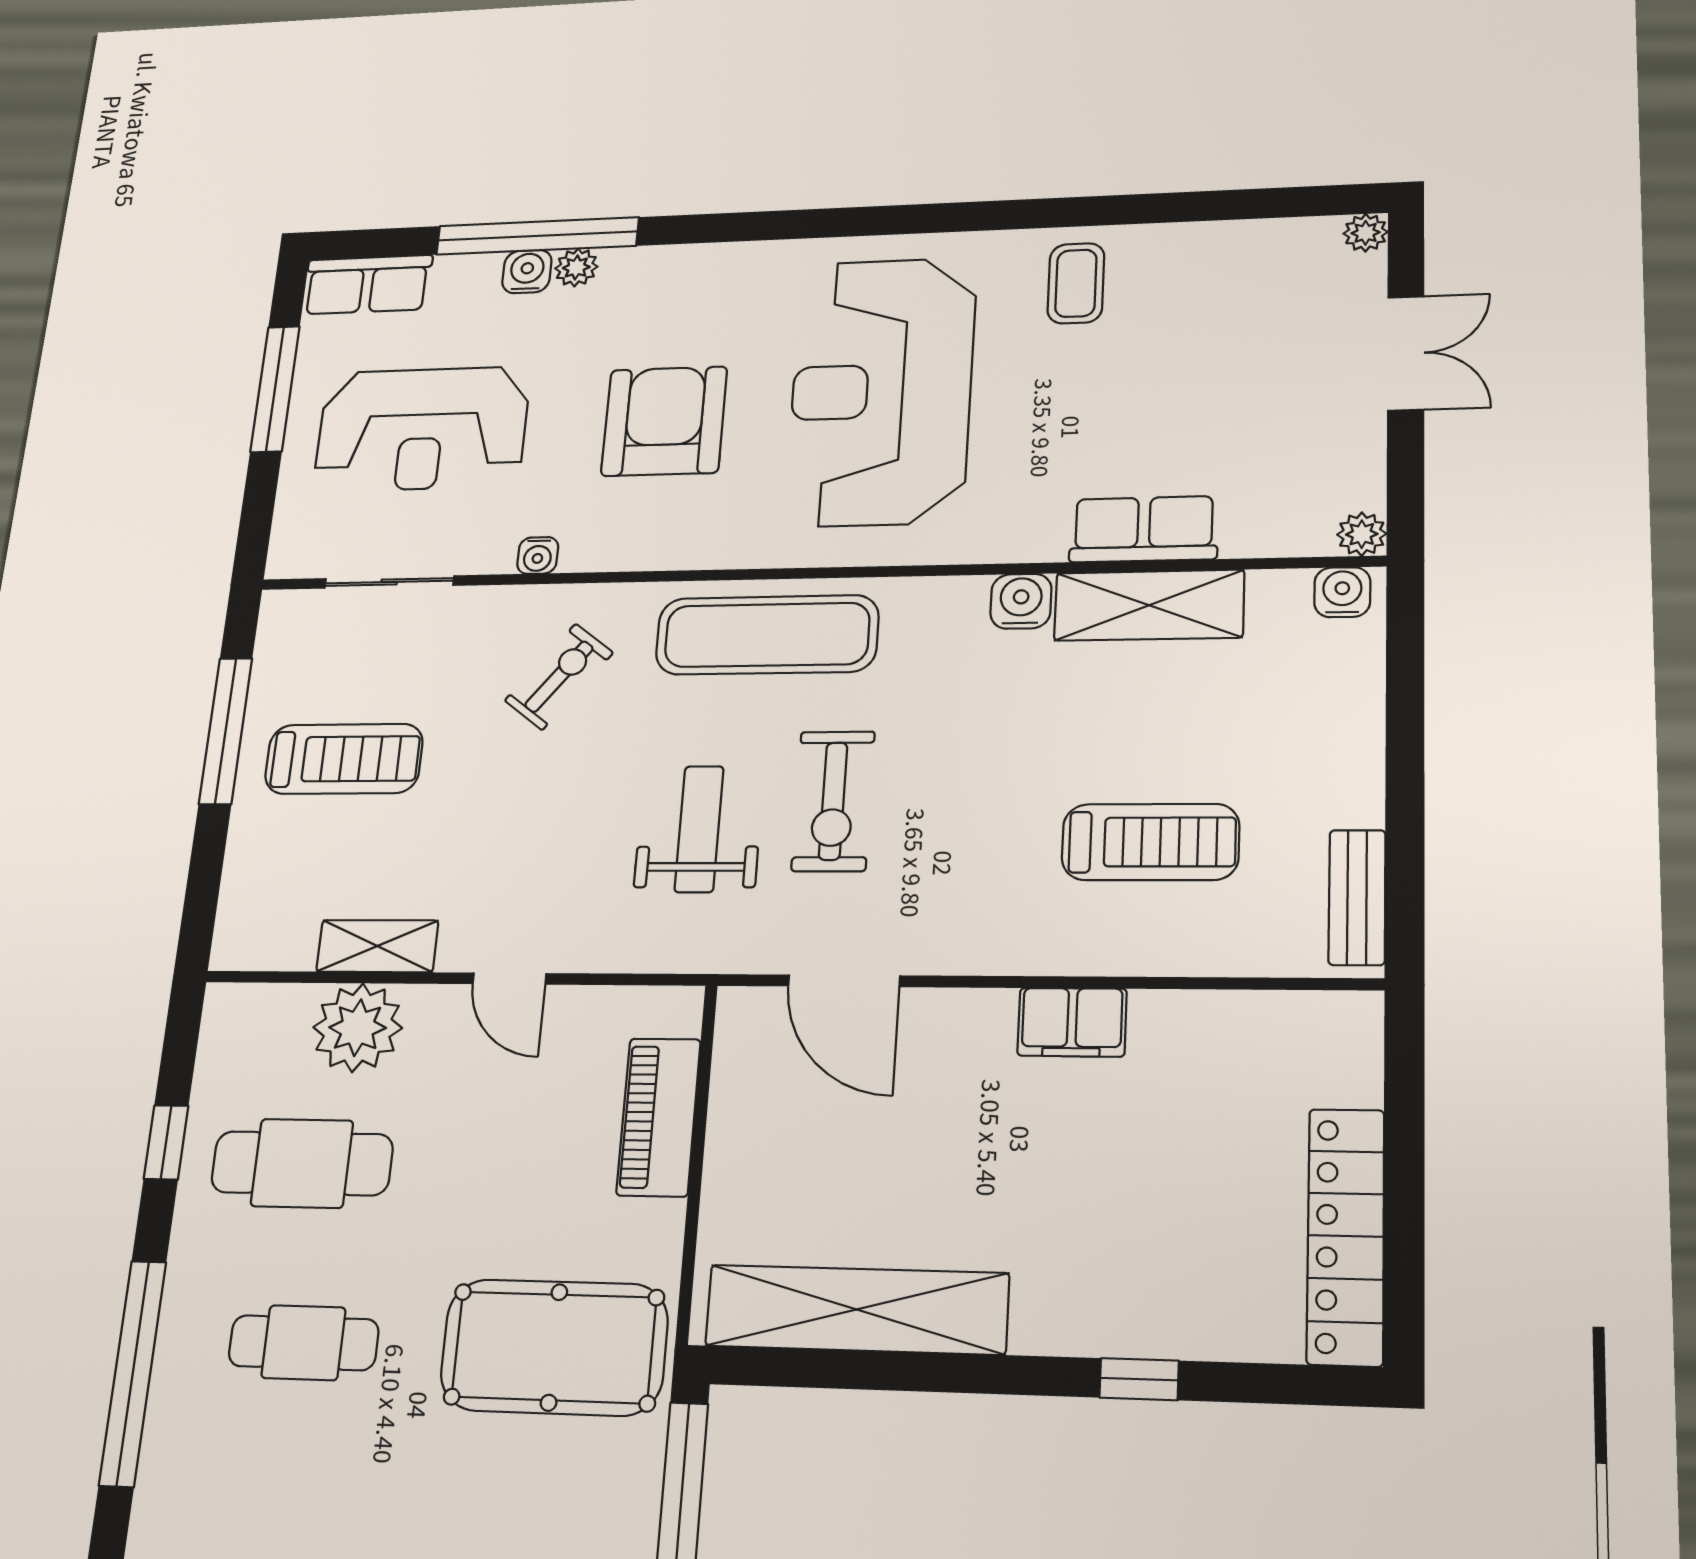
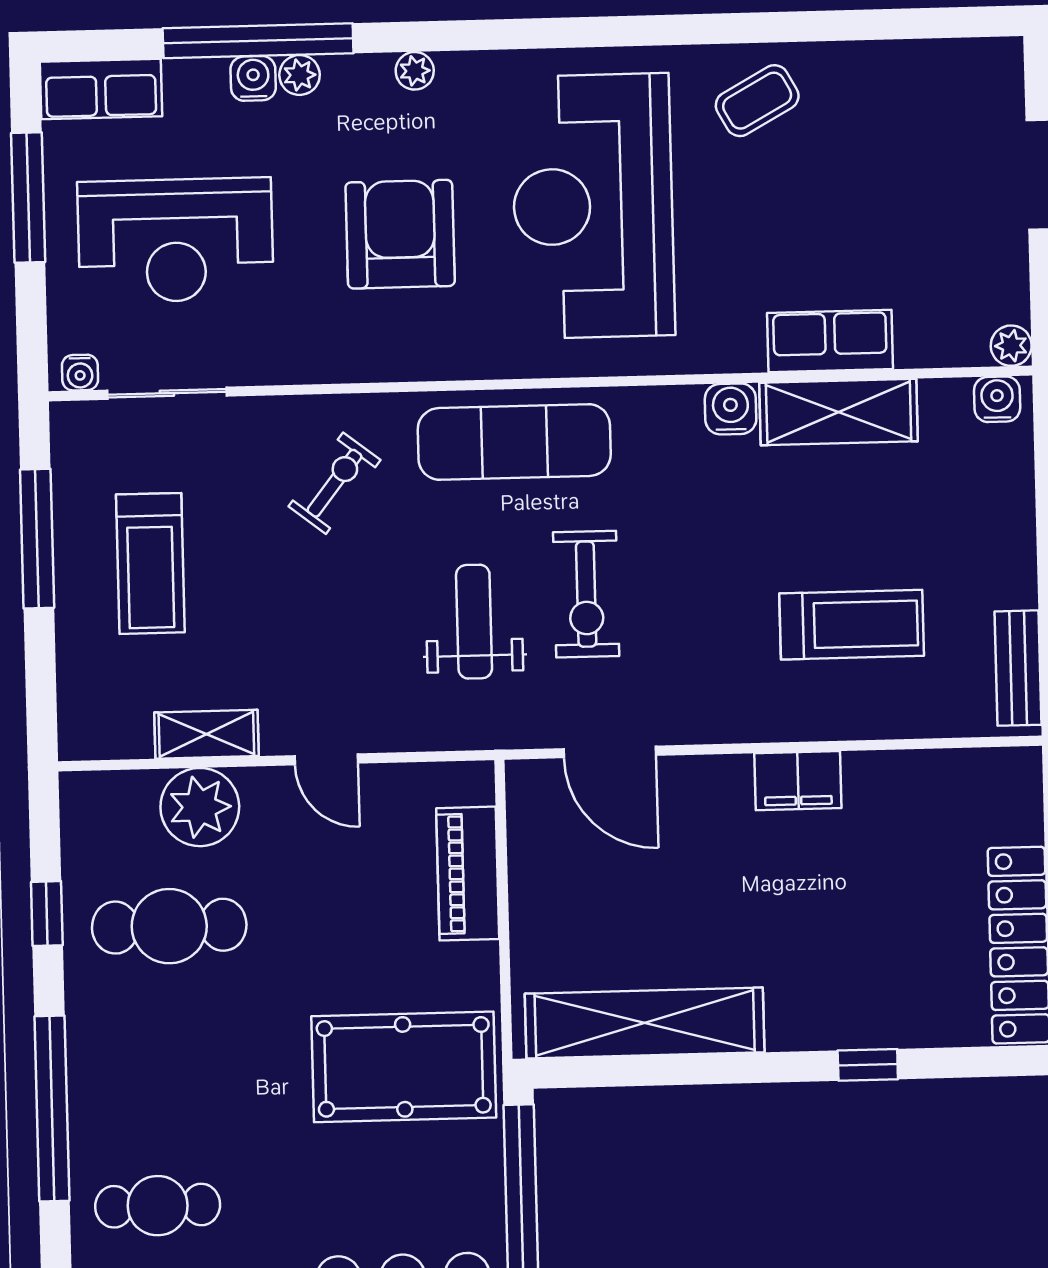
plant: (1366, 233) -> (415, 71), moved
coffee table: (1076, 283) -> (757, 101), turned 61
water cooler: (538, 556) -> (80, 373), moved
treadmill: (344, 759) -> (150, 563), turned 90
cafe table: (303, 1343) -> (158, 1206), moved

